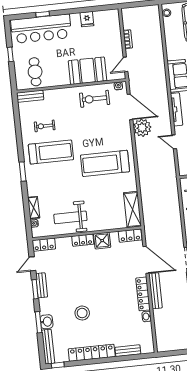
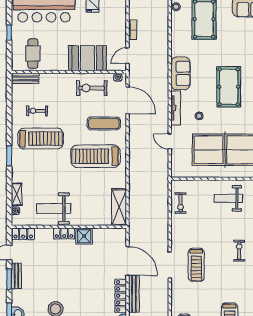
plant: (142, 128) -> (138, 123), removed
exercise mat: (110, 131) -> (104, 123), added
locker: (130, 236) -> (114, 234), removed

